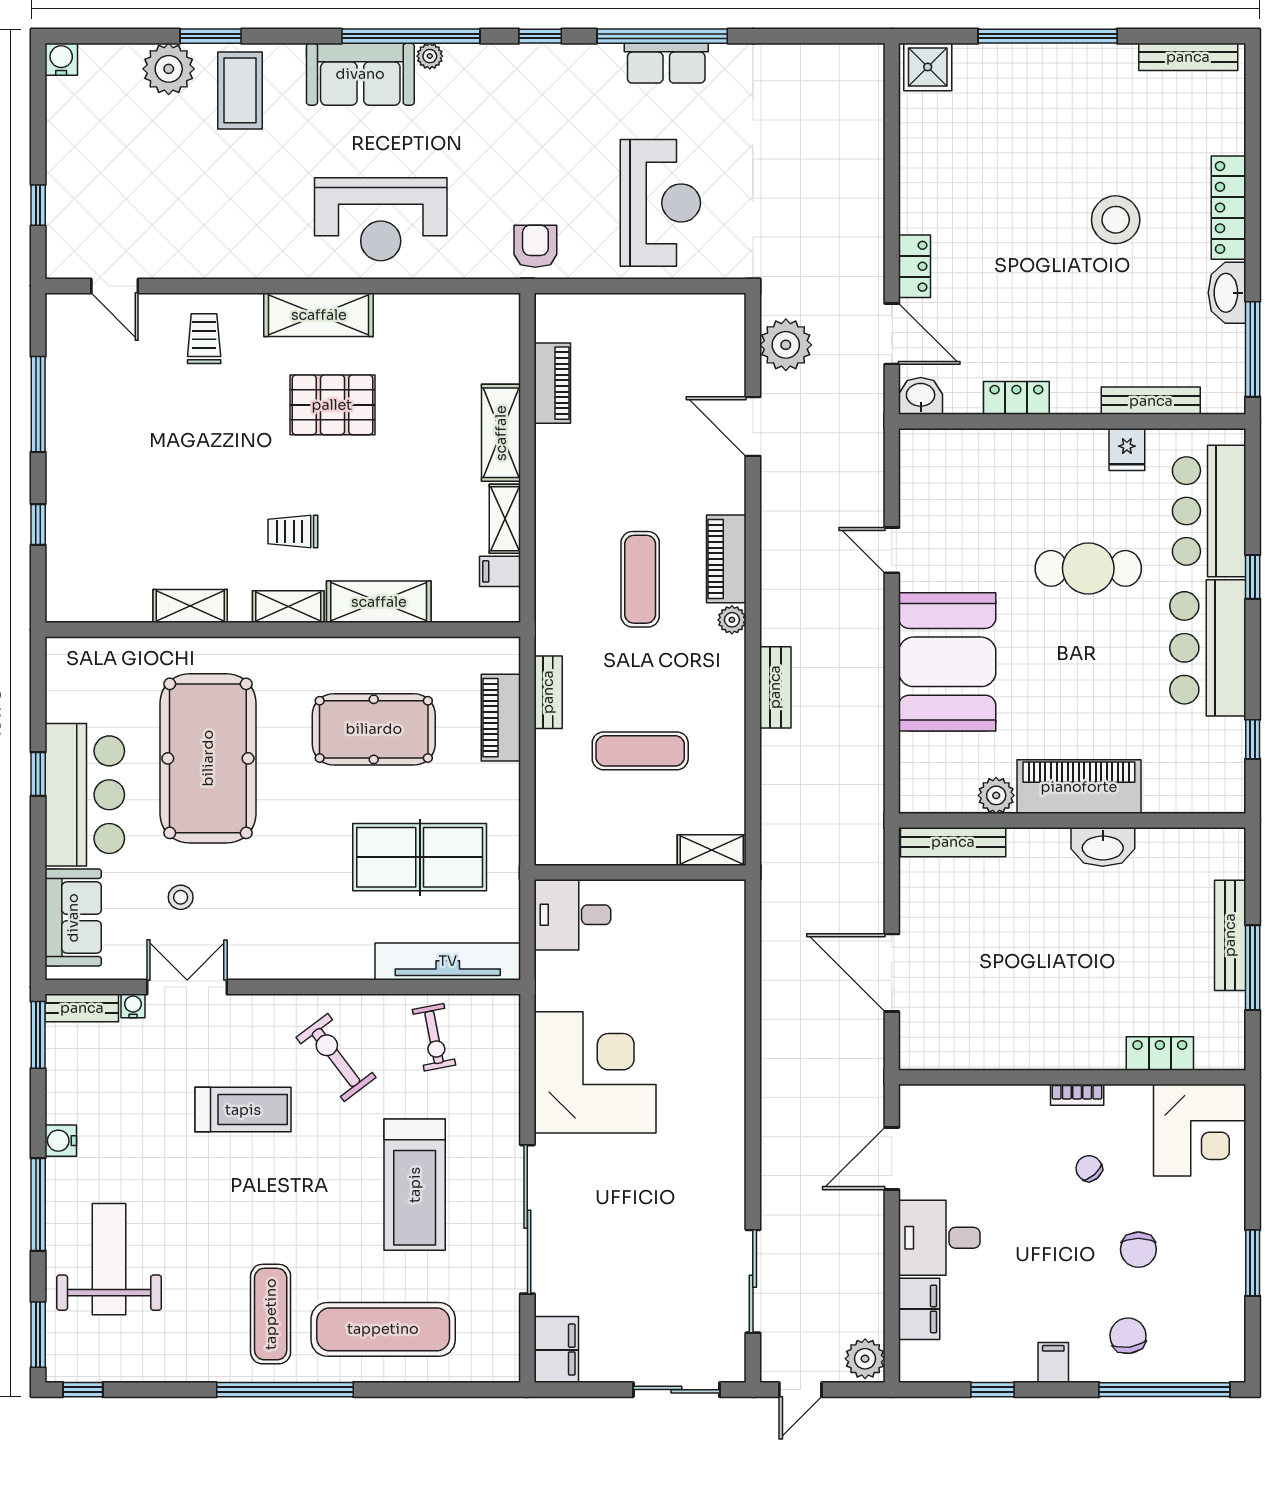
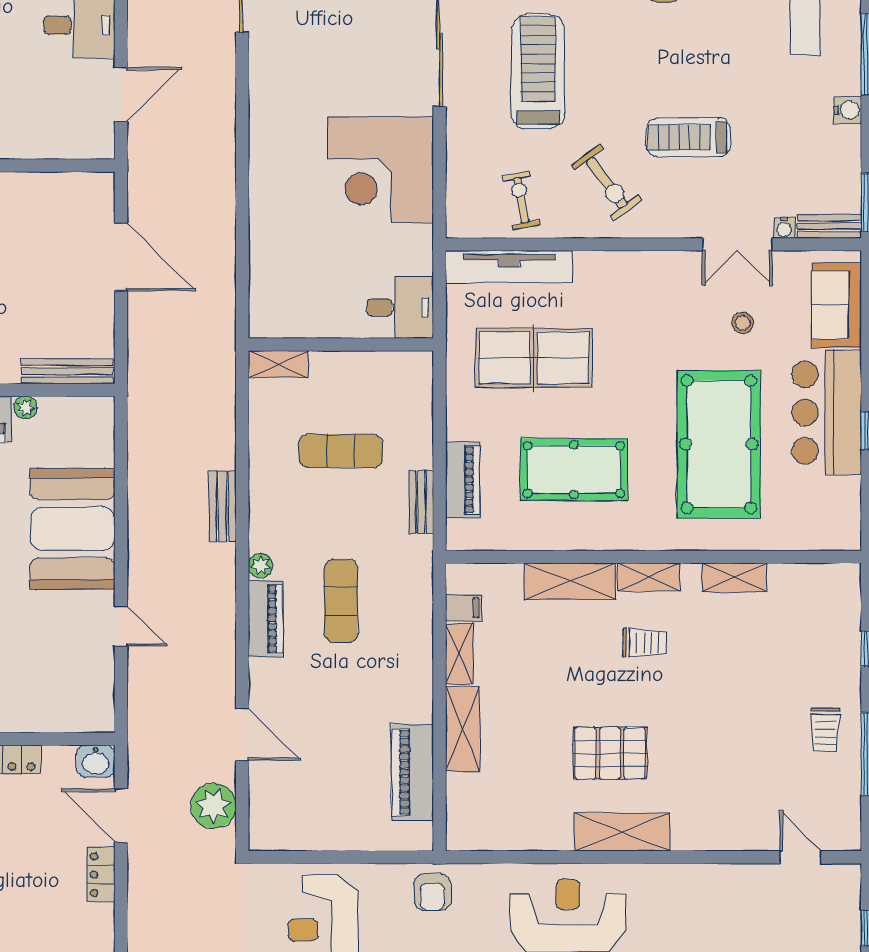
trolley: (204, 339) -> (825, 730), moved
piano: (552, 383) -> (413, 772), width x1.37, depth x1.33
plant: (996, 795) -> (25, 408), width x0.73, depth x0.73

